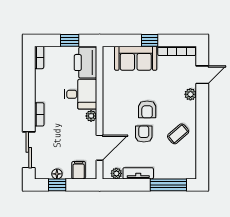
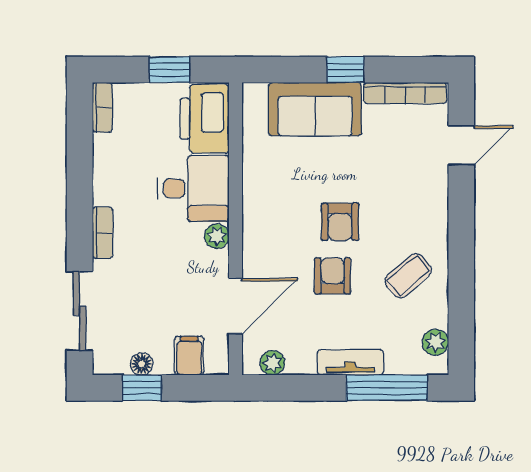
plant: (190, 94) -> (435, 342), moved
tv unit: (138, 173) -> (350, 362), moved

